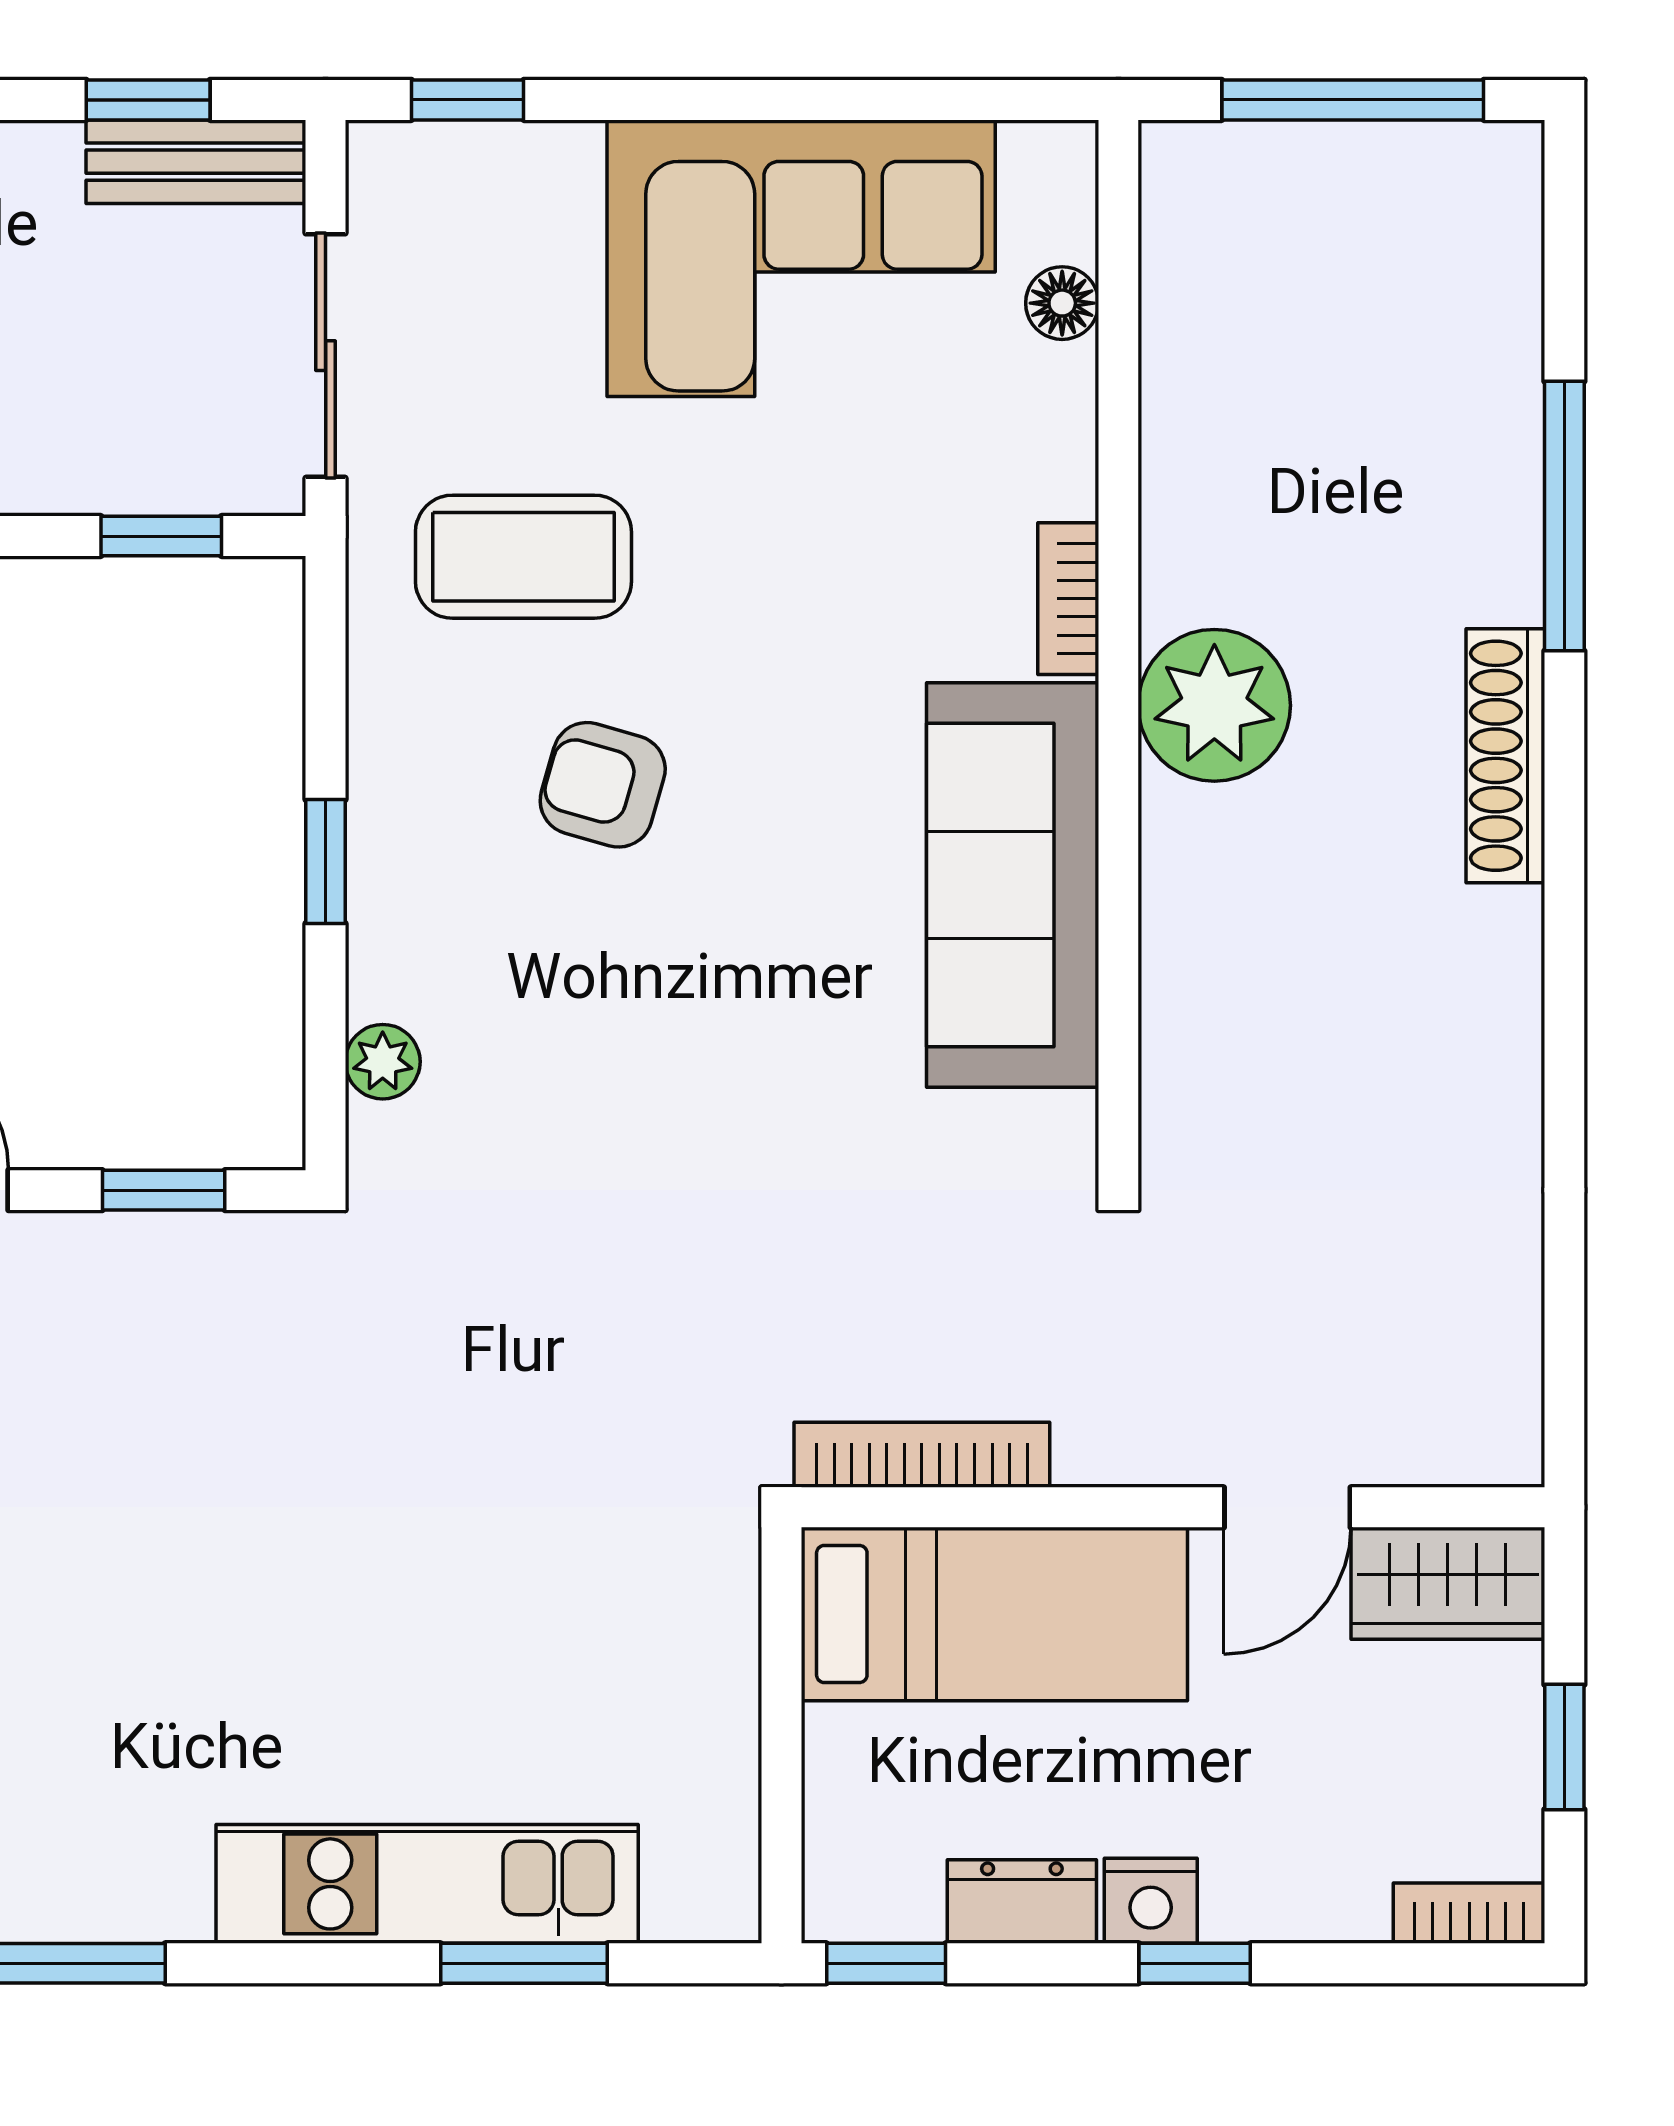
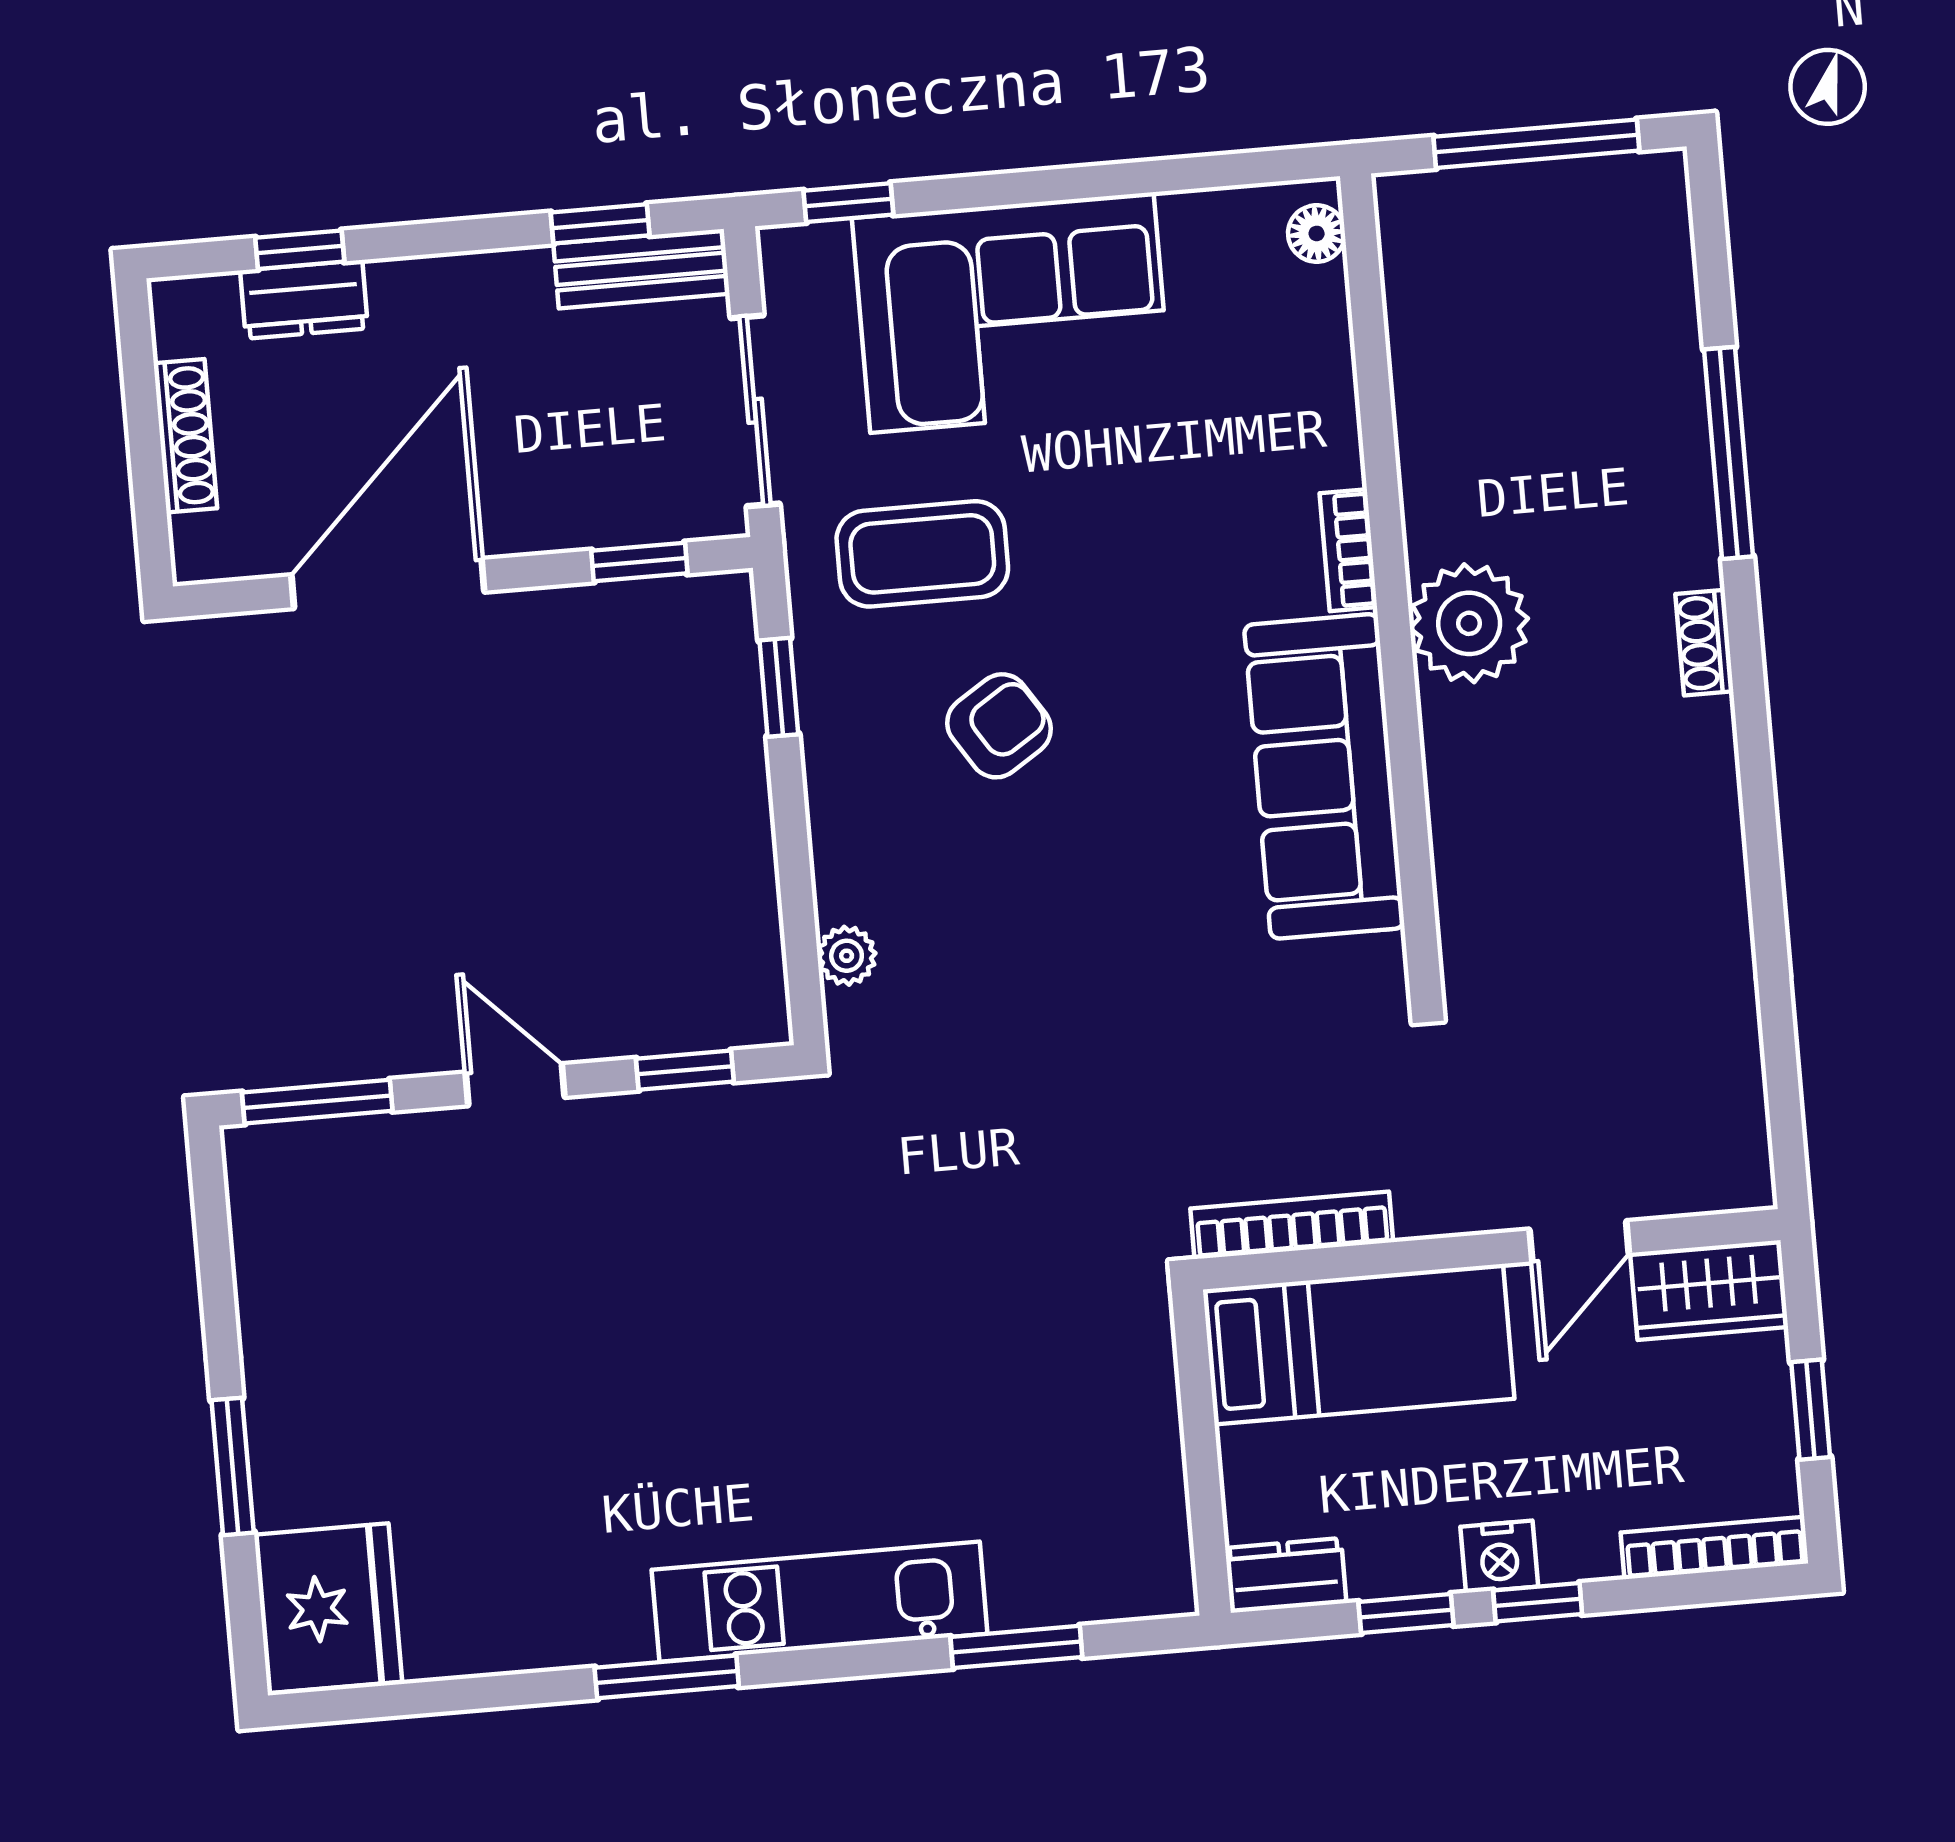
corner sofa: (801, 258) -> (1012, 313), moved
floor lamp: (1062, 303) -> (1317, 233), moved
shoe rack: (1505, 756) -> (1704, 643), width x0.51, depth x0.81
armchair: (603, 785) -> (999, 726), turned 131
window: (326, 862) -> (779, 687), moved
kitchen unit: (427, 1884) -> (820, 1602), moved
dresser: (1022, 1901) -> (1286, 1575), moved
bookcase: (1469, 1913) -> (1714, 1548), width x1.56
window: (886, 1963) -> (1406, 1614), moved

